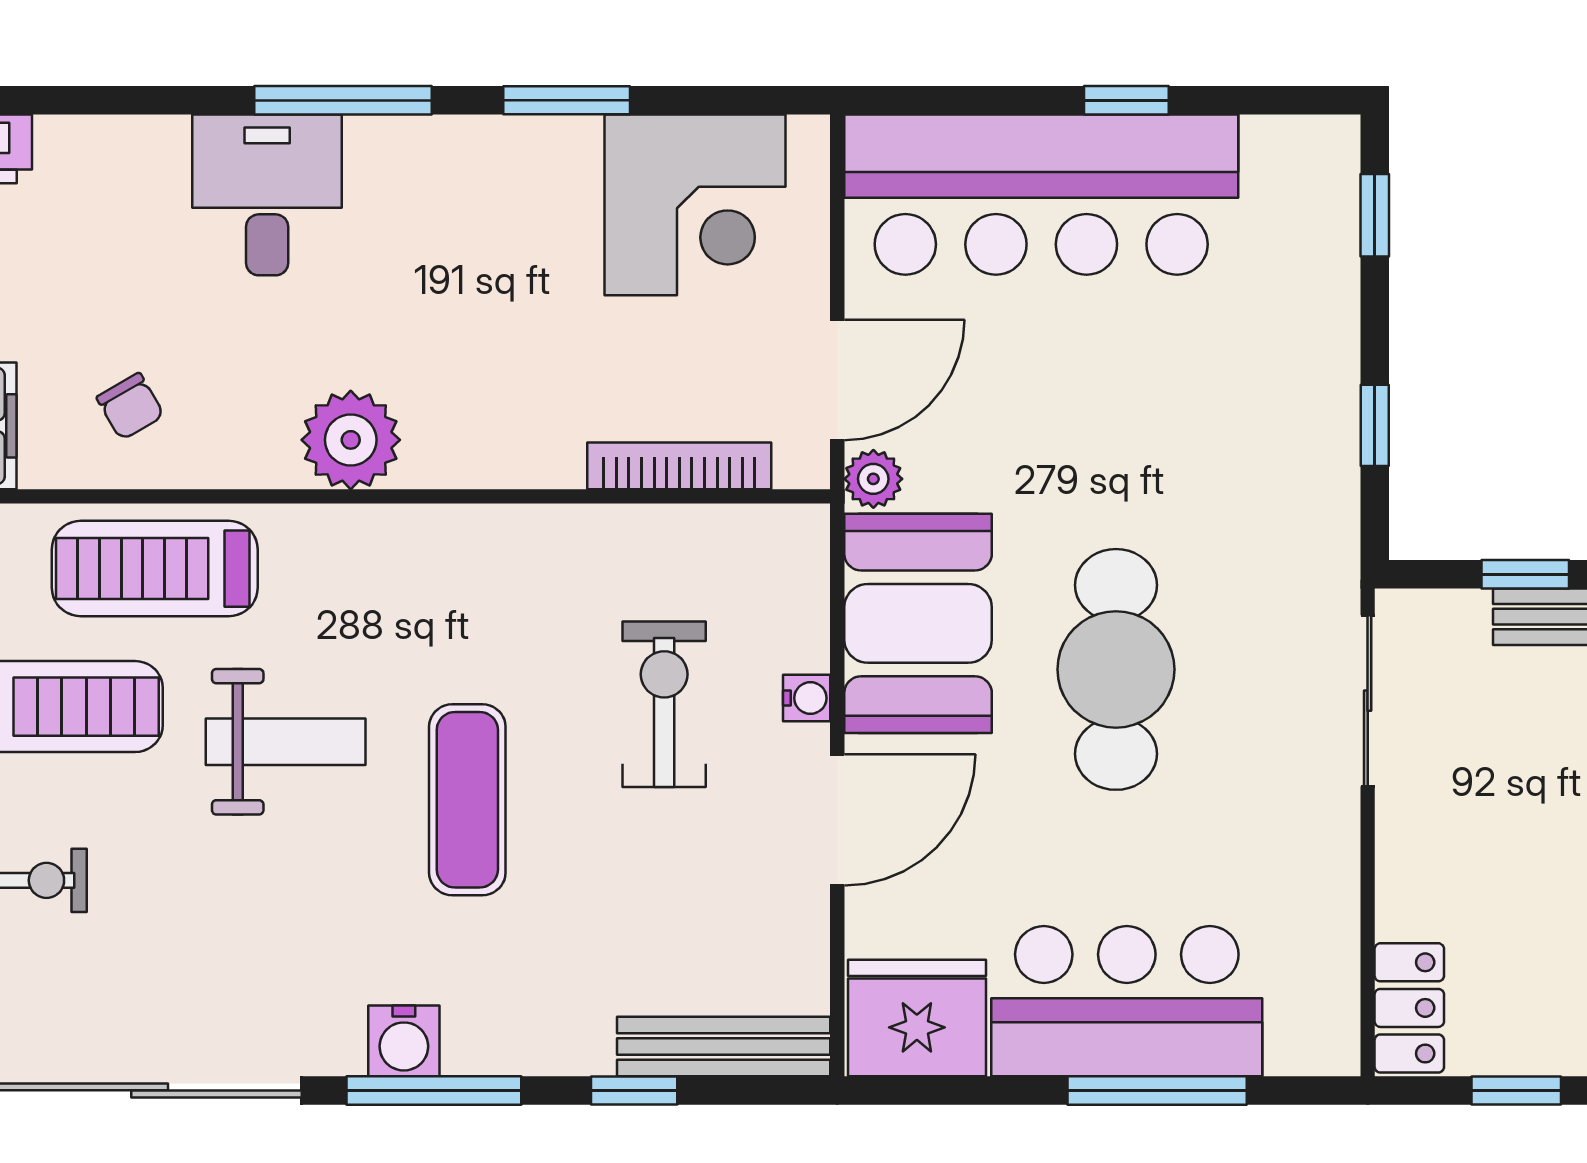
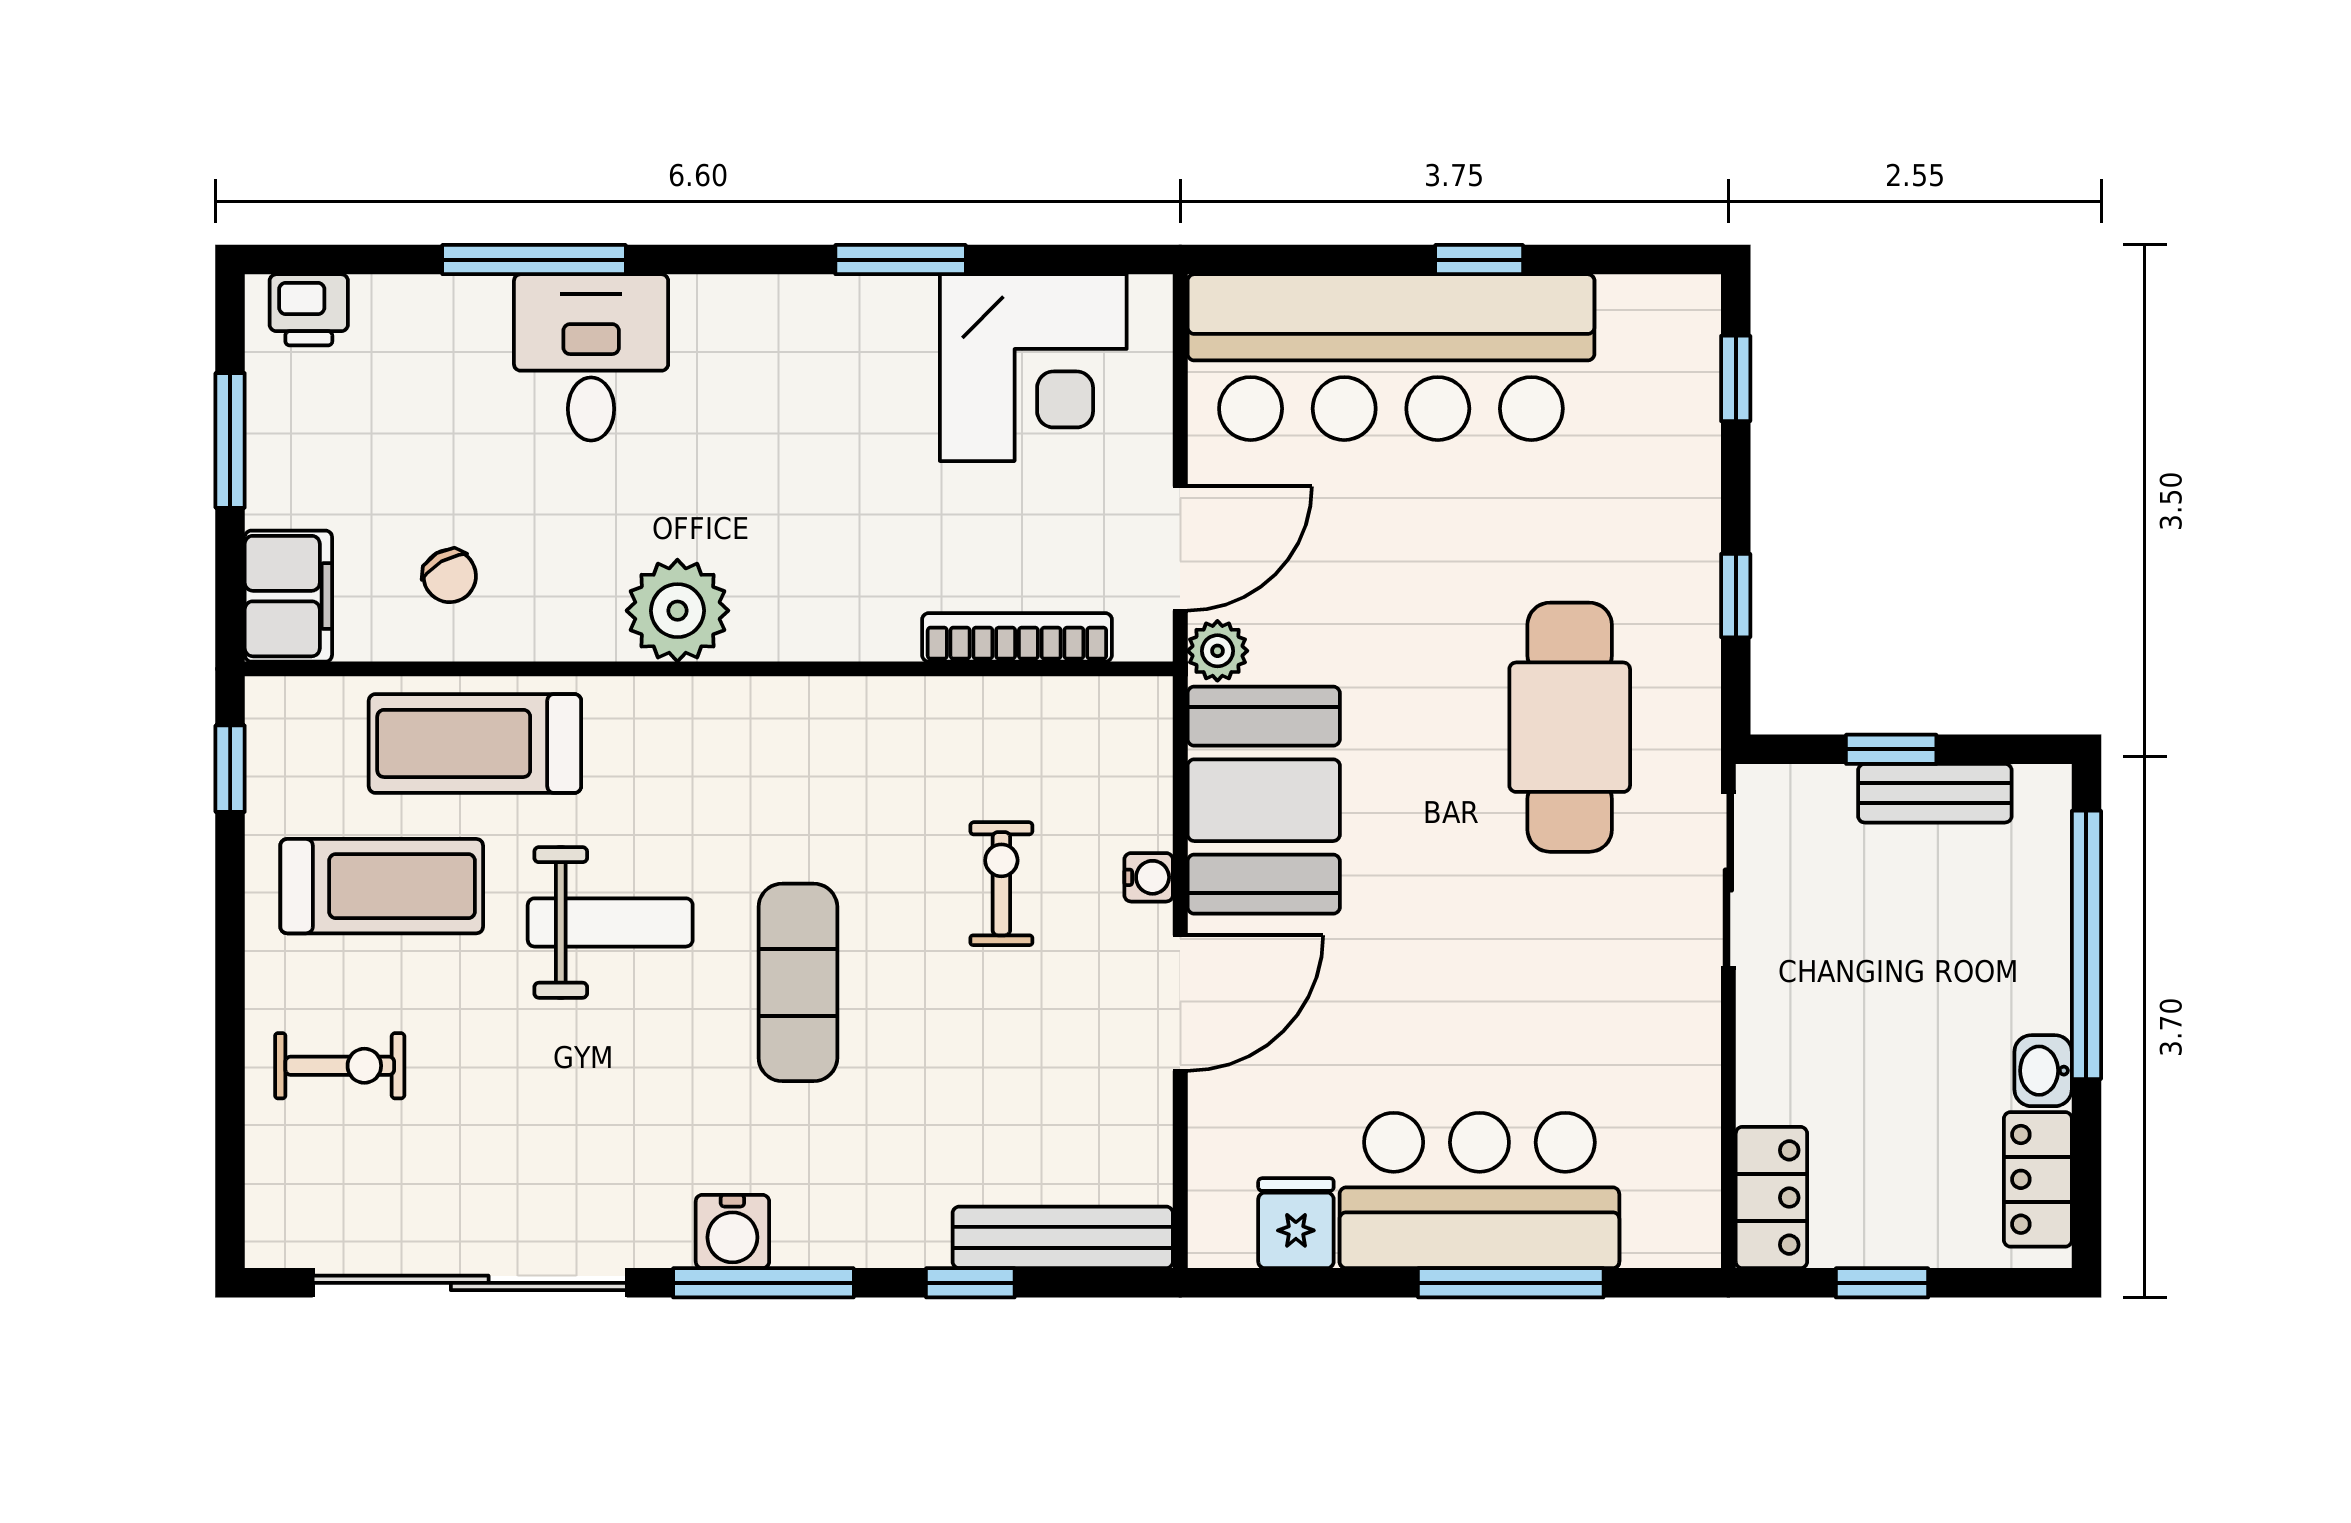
window: (343, 100) -> (534, 260), moved
cafe table: (1116, 669) -> (1570, 727), moved
exercise bike: (664, 704) -> (1001, 884), width x0.73, depth x0.72
fridge: (917, 1018) -> (1296, 1223), width x0.53, depth x0.75

